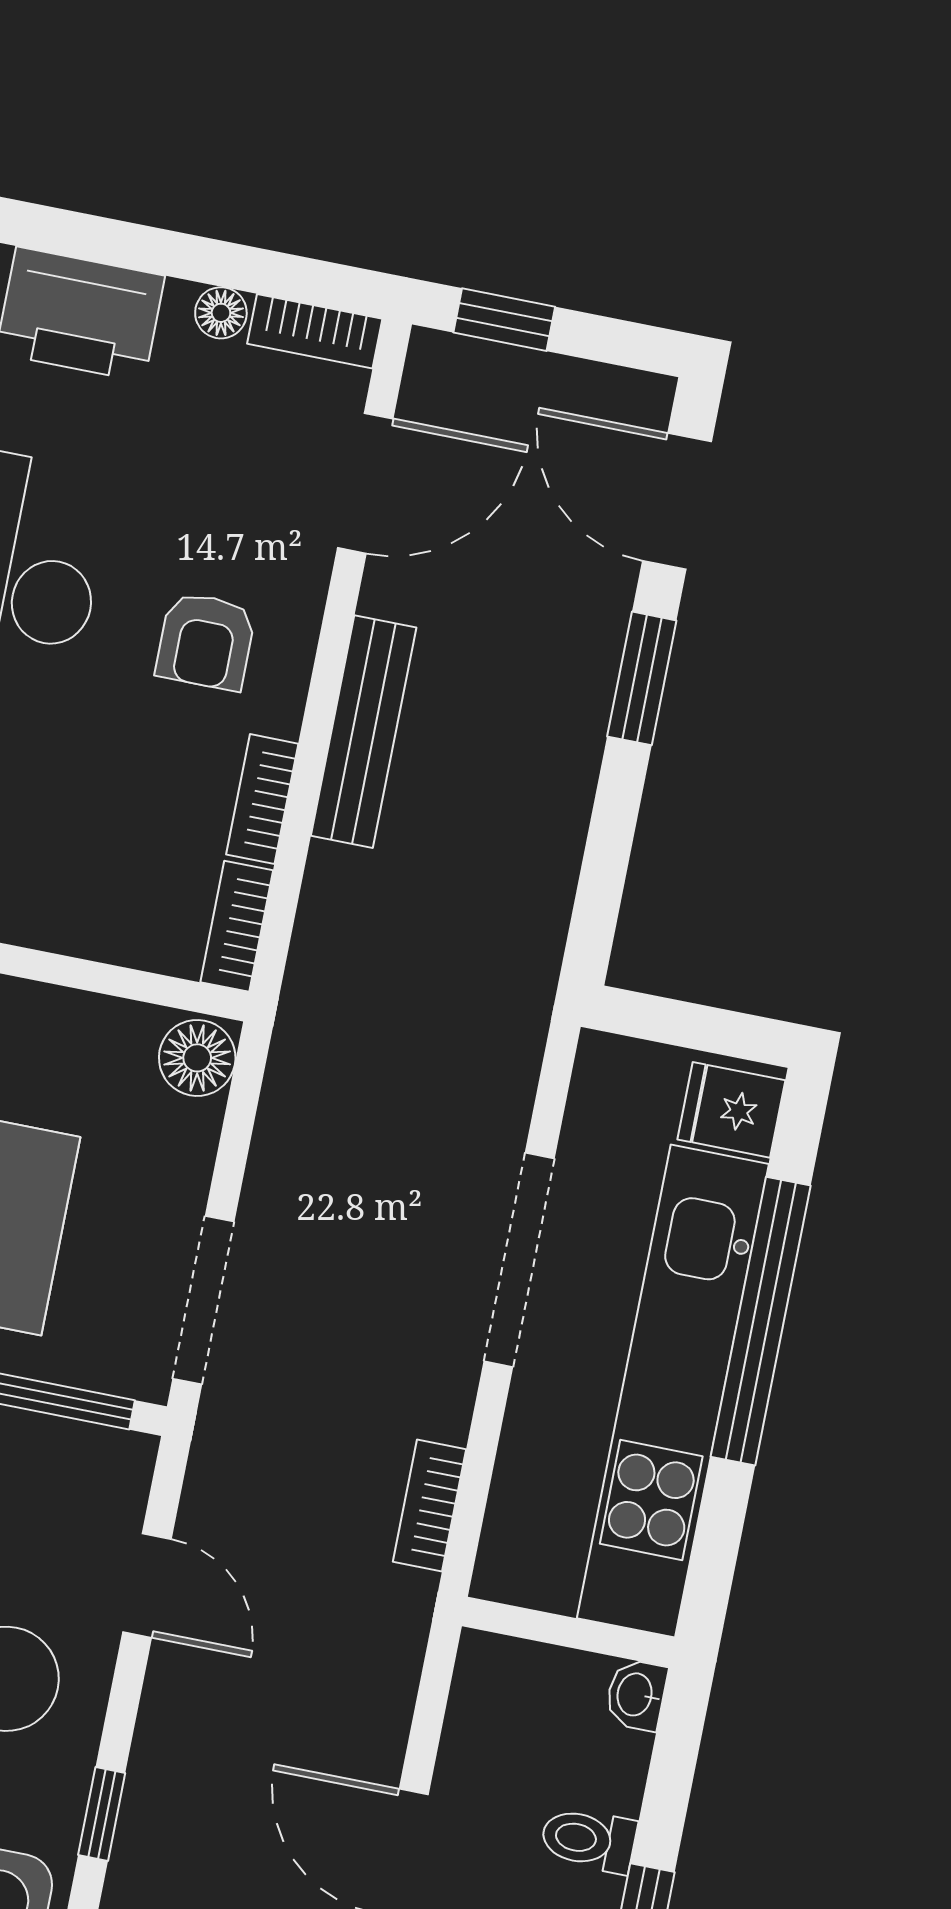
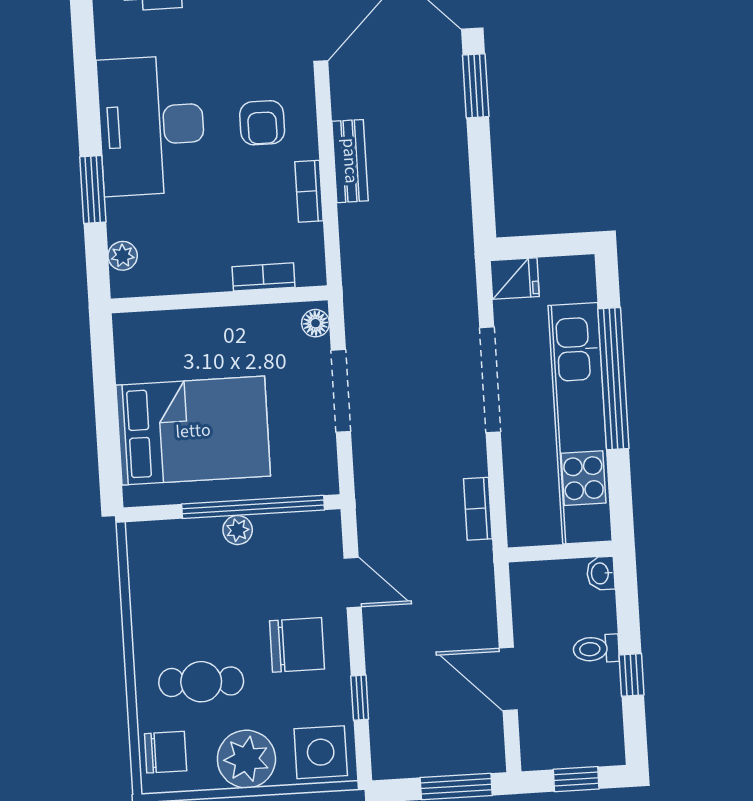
bench: (364, 732) -> (350, 161), width x0.73
bookcase: (237, 926) -> (263, 277), moved, turned 90
floor lamp: (197, 1058) -> (315, 323), width x0.73, depth x0.73
fridge: (731, 1110) -> (515, 279), moved, turned 180
doorway: (203, 1300) -> (341, 391), moved

